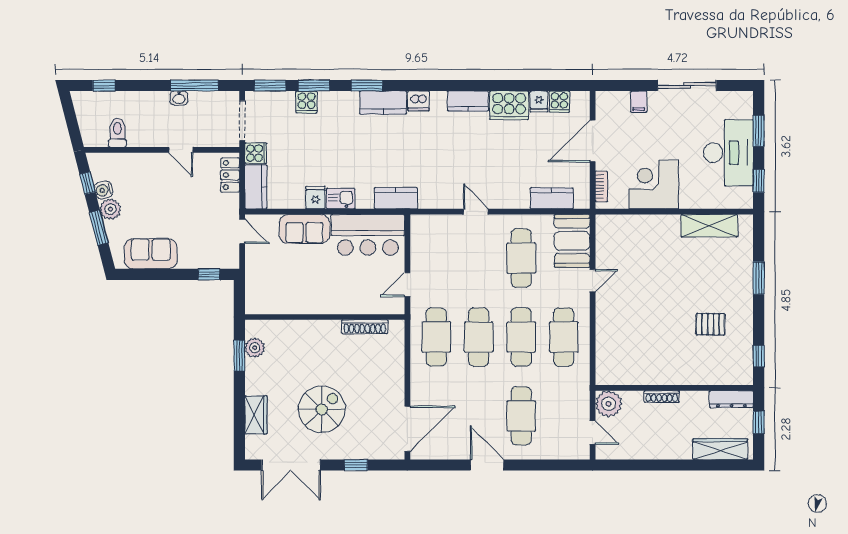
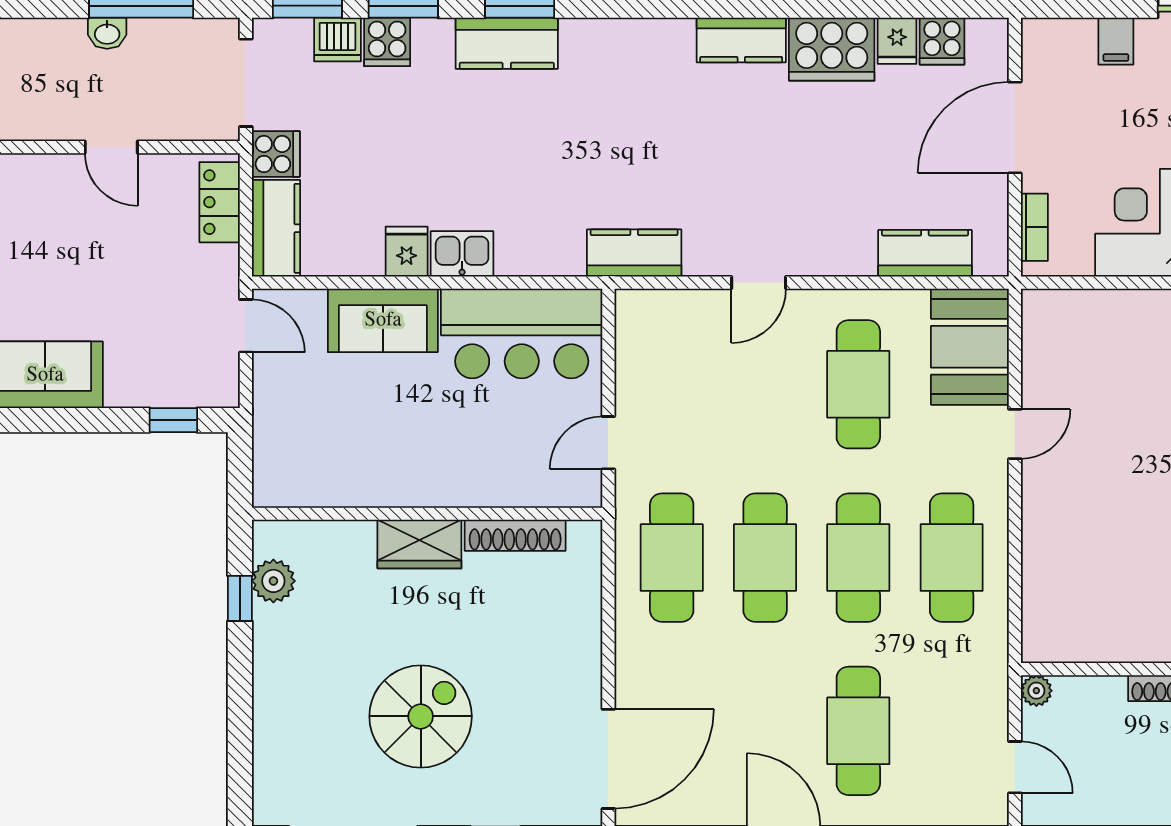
dishwasher: (419, 101) -> (338, 40), moved
kitchen counter: (383, 103) -> (507, 43), moved
kitchen counter: (396, 198) -> (634, 253), moved
door: (476, 212) -> (759, 283), swing flipped
window: (239, 356) -> (240, 598), width x0.67
plant: (609, 404) -> (1036, 691), width x0.53, depth x0.53
wardrobe: (256, 415) -> (419, 544), moved, turned 90

